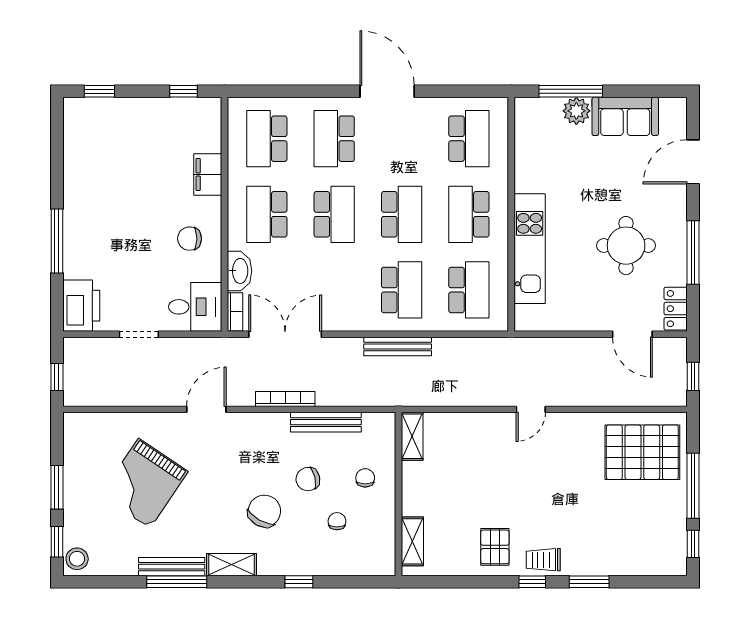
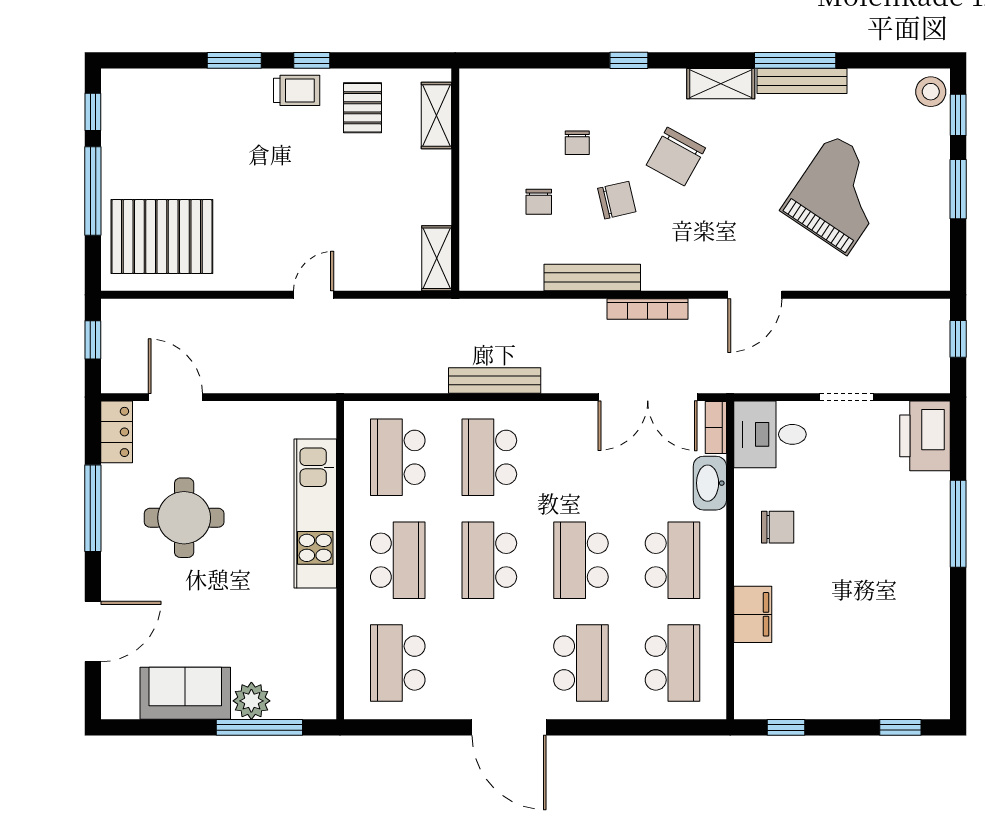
shelving: (412, 436) -> (437, 258), moved
wall: (398, 494) -> (455, 180), moved
shelving: (412, 541) -> (436, 116), moved

